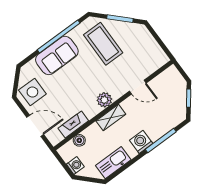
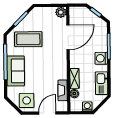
door: (138, 87) -> (68, 37), width x1.88
plant: (104, 100) -> (61, 12), moved
shelving: (111, 118) -> (74, 78), moved

